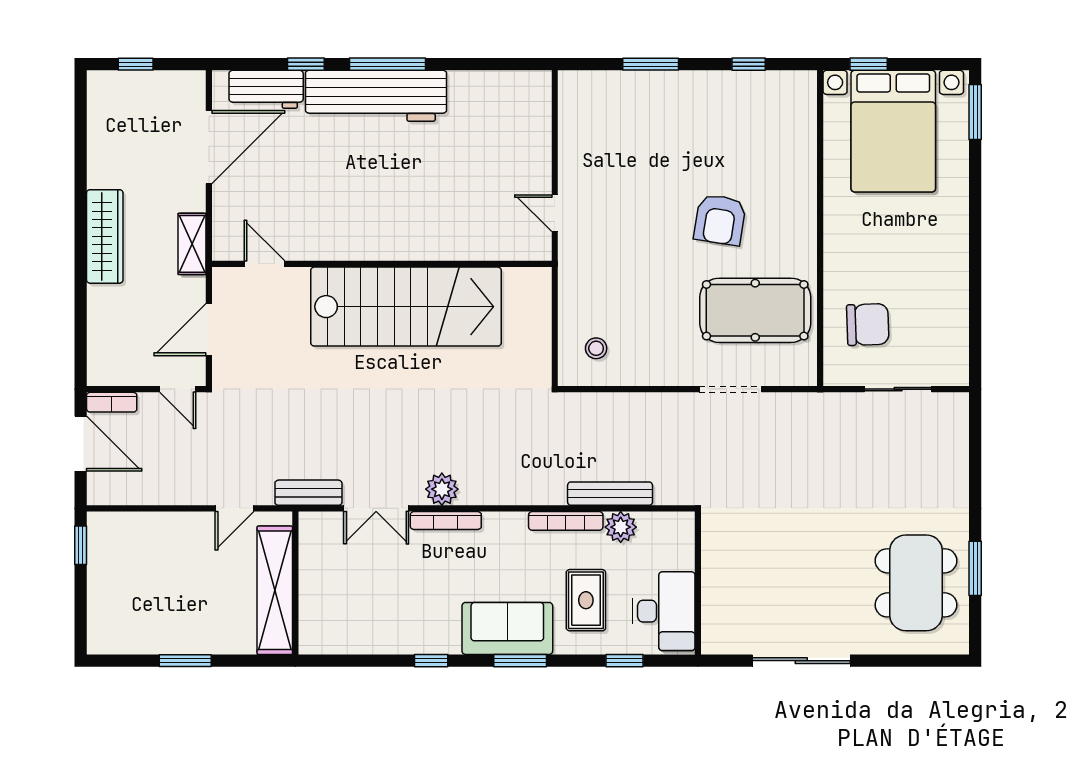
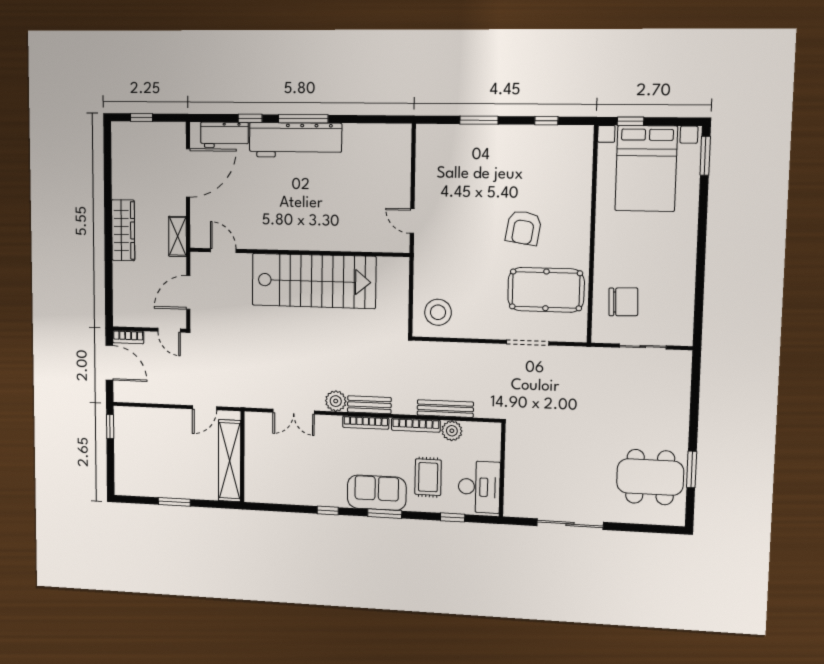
stool: (596, 348) -> (438, 312), width x1.89, depth x1.89
bench: (308, 493) -> (369, 405), moved
bookcase: (446, 521) -> (366, 423), moved
dining table: (916, 583) -> (650, 477), turned 90

